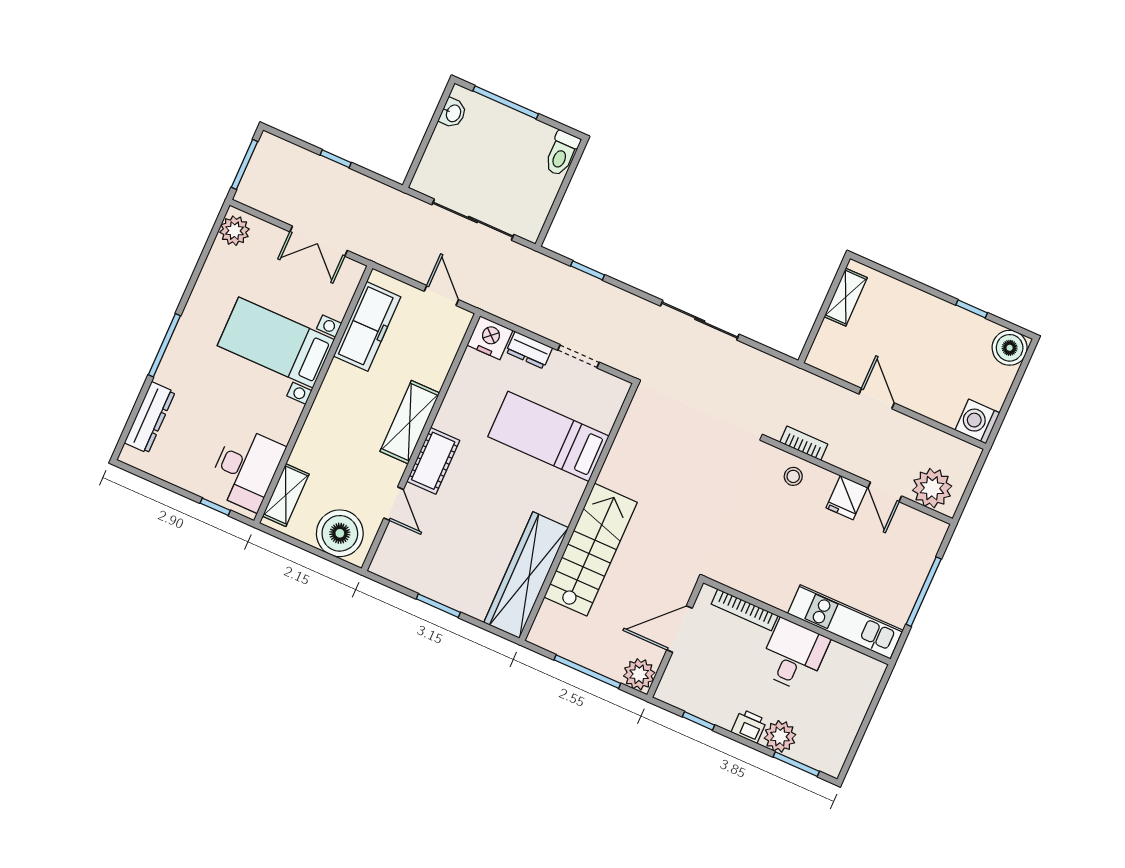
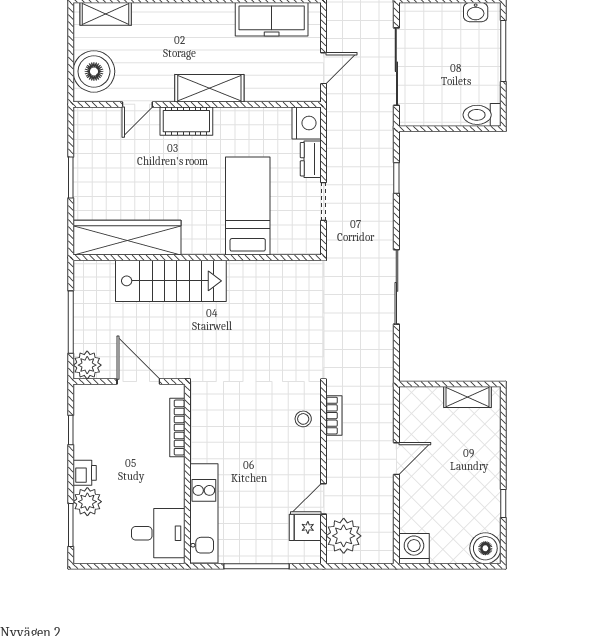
fridge: (847, 498) -> (305, 527), moved
desk: (794, 655) -> (158, 533), moved

